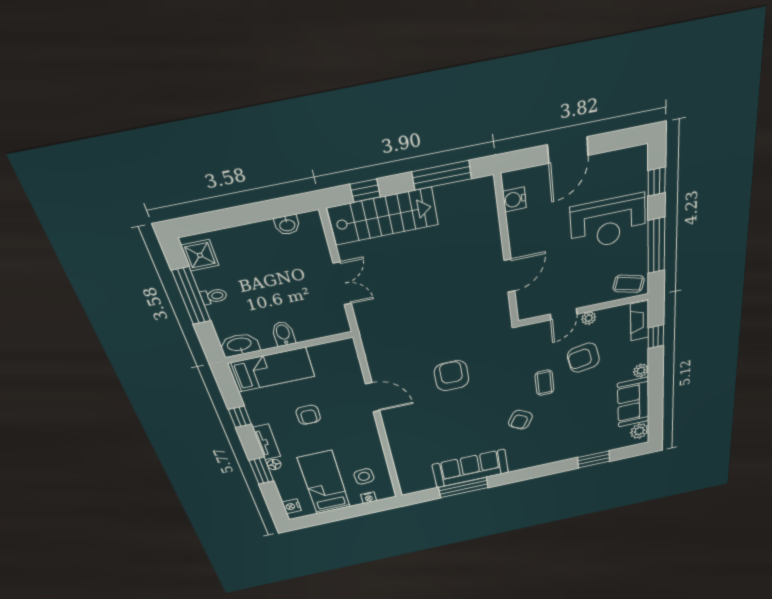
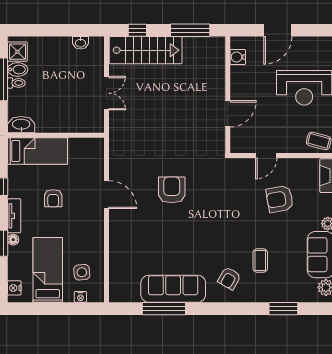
plant: (589, 318) -> (286, 164), removed
bidet: (283, 334) -> (18, 70), moved, turned 90
coffee table: (544, 383) -> (260, 260), moved
armchair: (520, 420) -> (229, 278), moved

